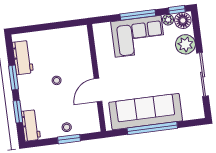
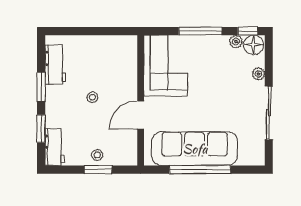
corner sofa: (138, 36) -> (166, 66), moved, turned -90
plant: (185, 44) -> (258, 74), width x0.53, depth x0.53

